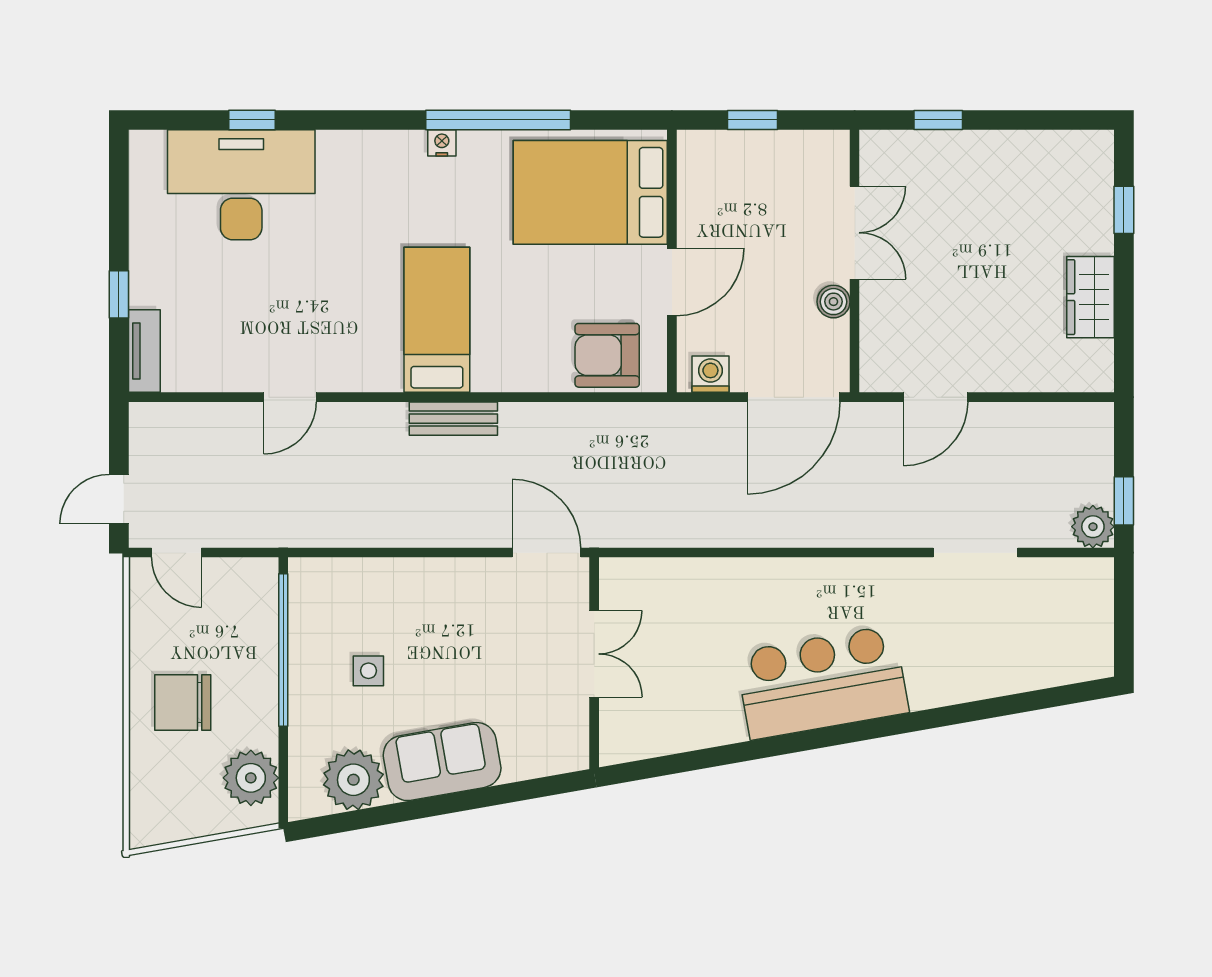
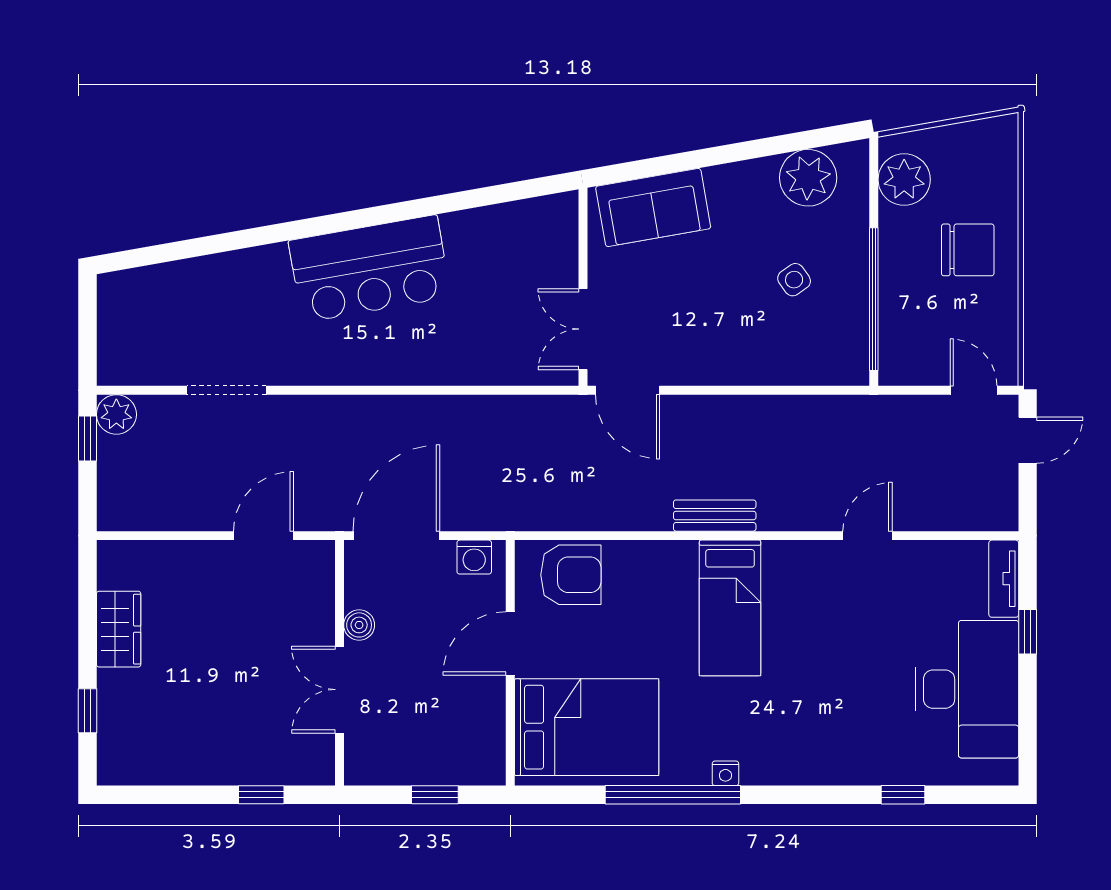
desk: (241, 185) -> (967, 689), moved, turned -90
double door: (594, 654) -> (583, 329), moved
side table: (368, 671) -> (794, 280), turned -35
sofa: (442, 762) -> (653, 207), moved

